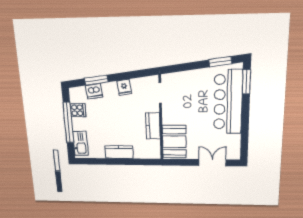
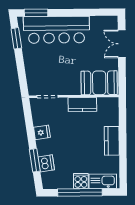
cooker: (78, 110) -> (81, 181), moved

